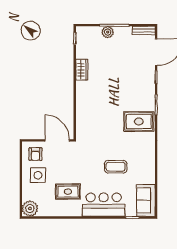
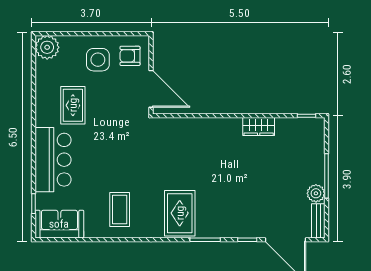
plant: (108, 32) -> (316, 193), moved
door: (57, 140) -> (151, 89), hinge flipped
coffee table: (116, 167) -> (120, 209), moved

